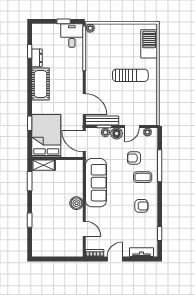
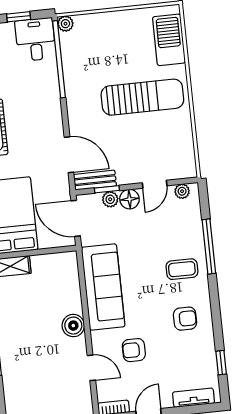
sun lounger: (130, 75) -> (142, 97), width x1.36, depth x1.34
bench: (102, 120) -> (95, 180), width x0.73
armchair: (134, 158) -> (134, 350), moved

